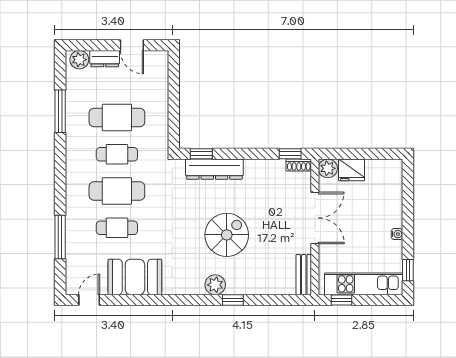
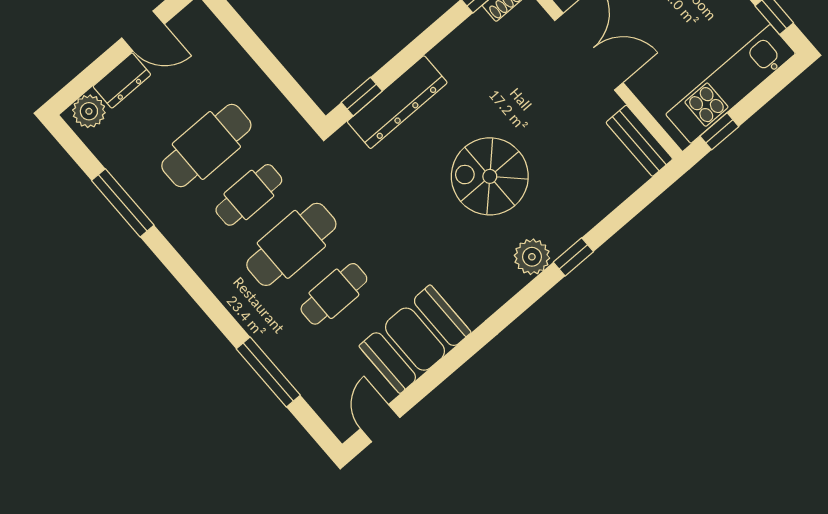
spiral stairs: (227, 235) -> (490, 176), turned -90

